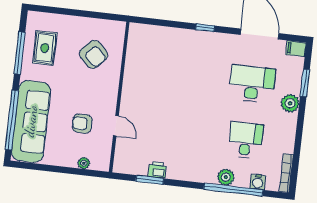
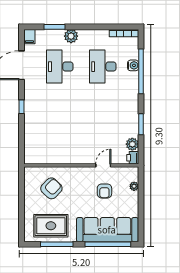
rug: (45, 48) -> (51, 226), width x1.36, depth x1.43
desk: (246, 140) -> (103, 67), width x1.37
printer: (157, 170) -> (133, 158), moved
plant: (226, 177) -> (132, 144), moved
window: (150, 180) -> (141, 124), moved
water cooler: (258, 182) -> (133, 65), moved

